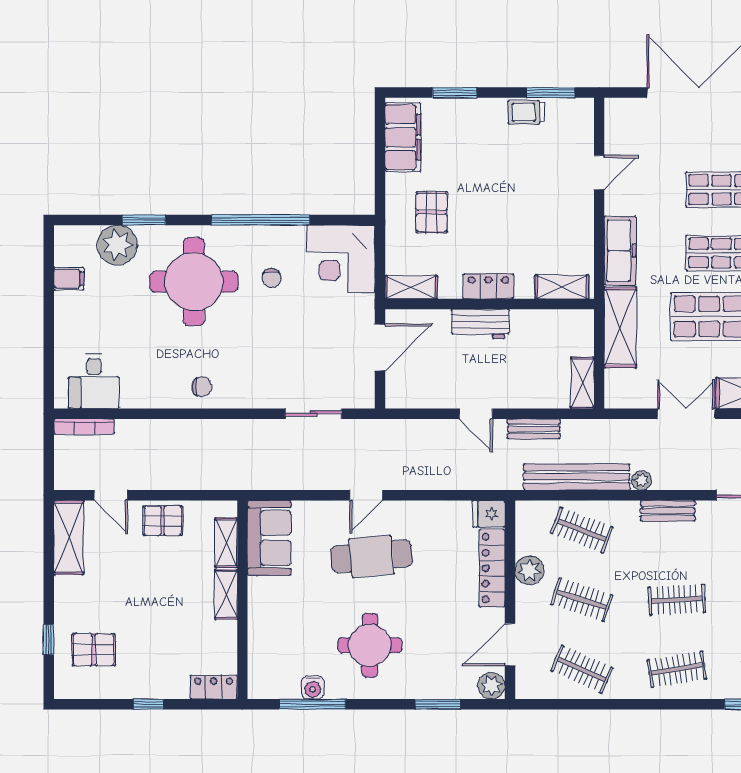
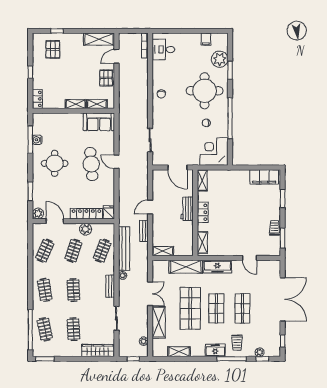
pallet: (432, 212) -> (233, 189), removed

